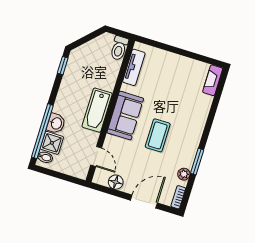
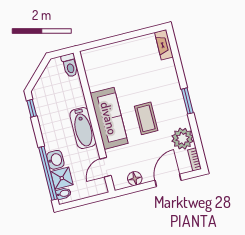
tv unit: (134, 67) -> (92, 74), removed
sofa: (125, 116) -> (109, 118), width x1.36
door: (96, 157) -> (106, 167), swing flipped
window: (197, 162) -> (187, 101), moved
plant: (184, 174) -> (182, 139), width x1.87, depth x1.87

